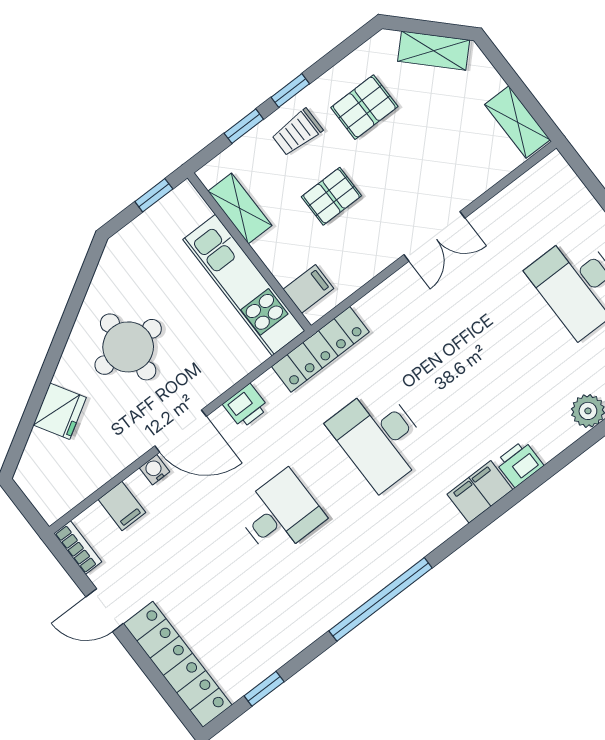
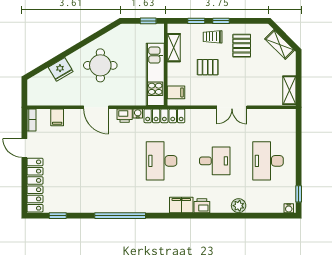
pallet: (364, 107) -> (242, 46), turned 90
water cooler: (155, 470) -> (138, 114), moved
desk: (280, 514) -> (215, 161), moved

